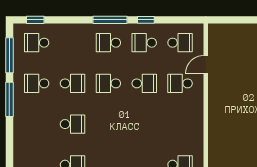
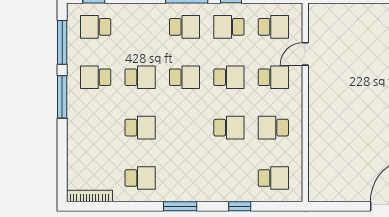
school desk: (108, 43) -> (185, 27), turned 180
school desk: (108, 83) -> (185, 77), turned 180
school desk: (180, 83) -> (273, 77), turned 180
school desk: (144, 124) -> (229, 128), added
school desk: (180, 124) -> (273, 128), added

